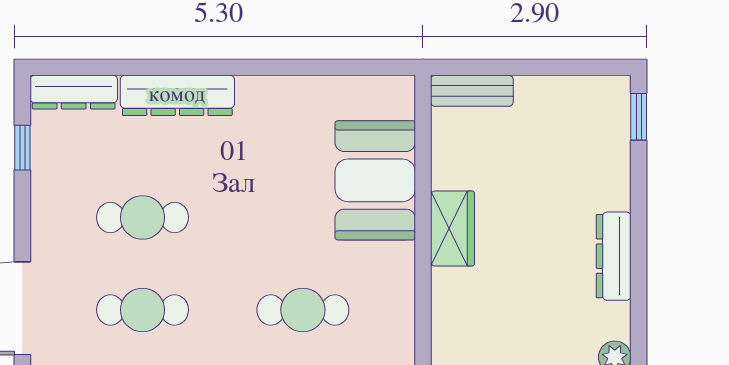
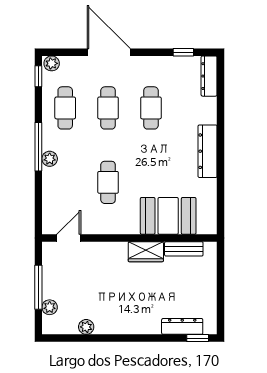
bench: (472, 91) -> (184, 249), moved, turned 90
dresser: (177, 95) -> (208, 151), moved
dresser: (614, 256) -> (182, 326), moved

